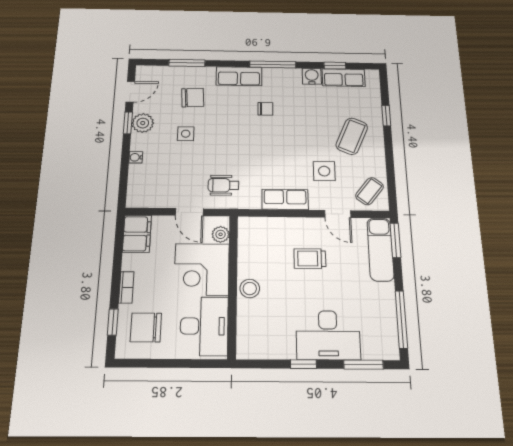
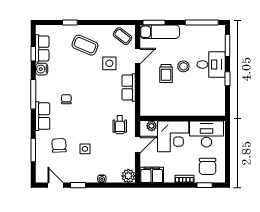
plant: (143, 123) -> (128, 176), moved
stool: (250, 289) -> (183, 66), moved
desk: (328, 335) -> (211, 64), width x0.73

